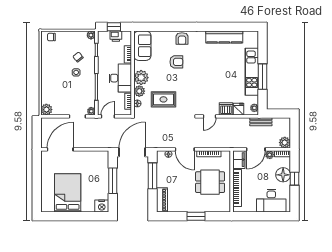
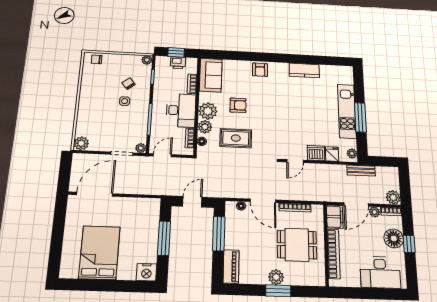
kitchen counter: (224, 37) -> (304, 70), width x0.67
armchair: (176, 62) -> (238, 105), moved
door: (132, 152) -> (192, 202), width x0.53
plant: (195, 207) -> (276, 277), added

